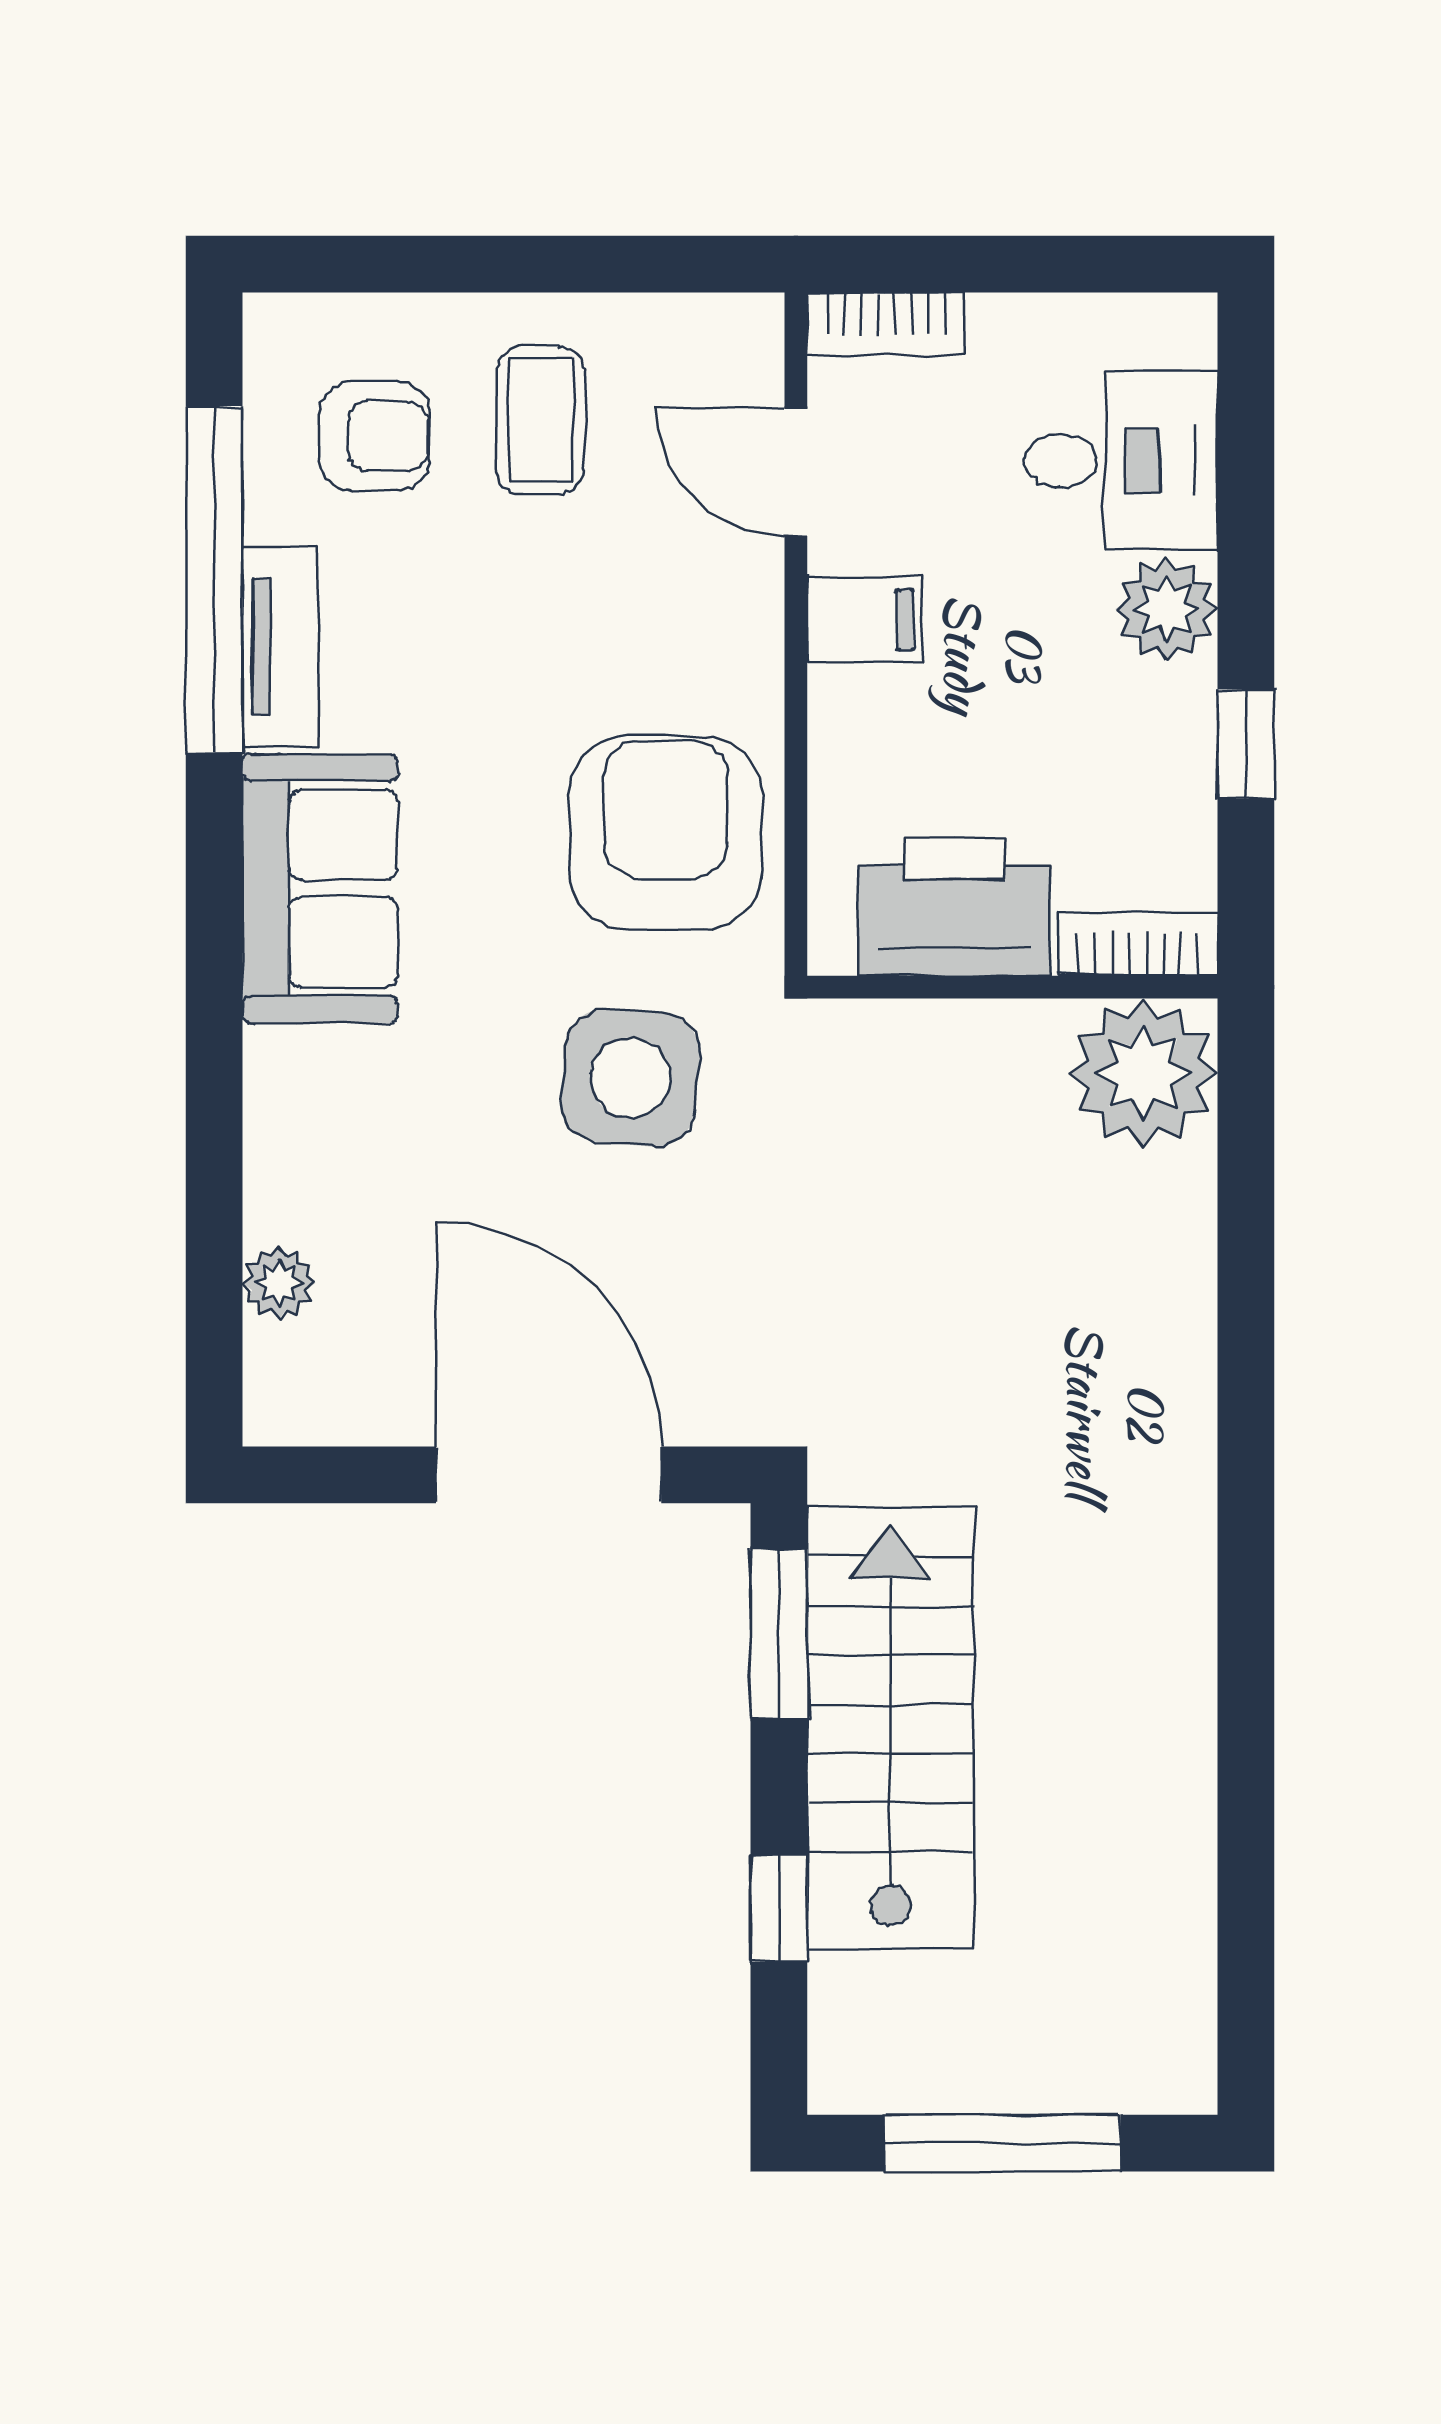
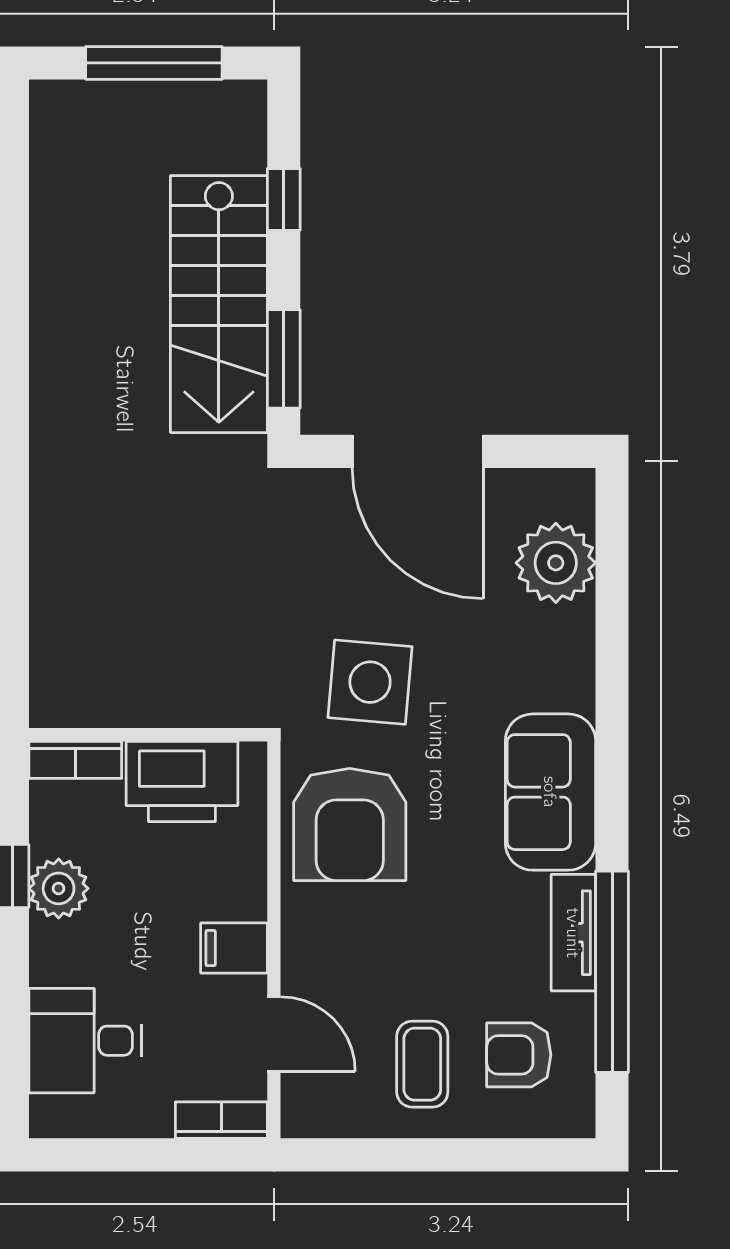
plant: (1167, 609) -> (59, 888), moved
plant: (1143, 1073) -> (72, 685), removed
plant: (279, 1283) -> (556, 563), width x1.87, depth x1.87

